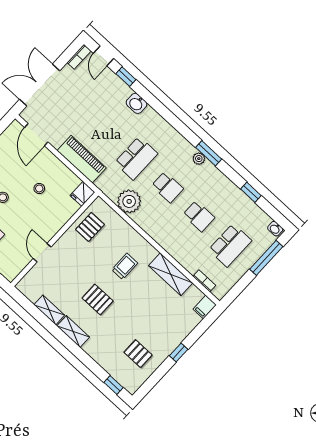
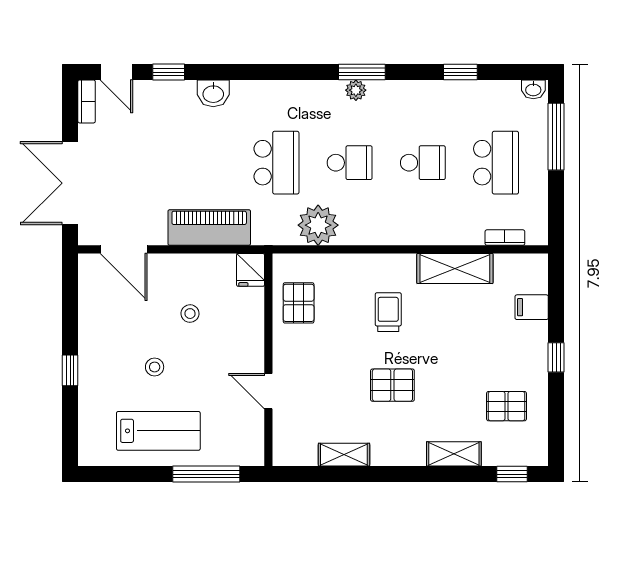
filing cabinet: (205, 307) -> (532, 307), moved, turned 90
shelving: (73, 331) -> (454, 454), moved

